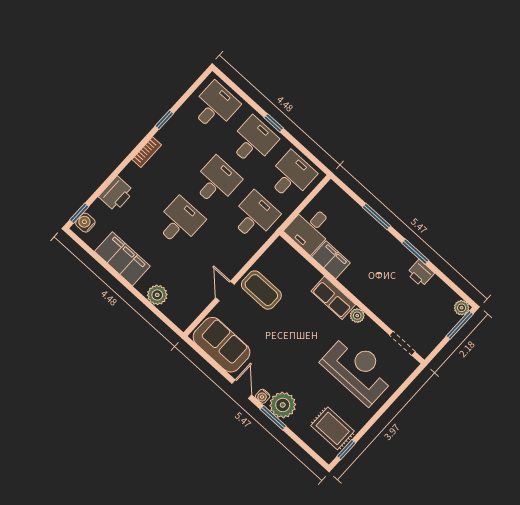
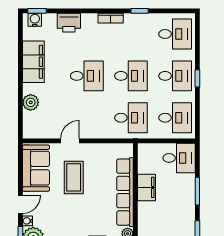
desk: (310, 229) -> (179, 158), moved, turned 180
coffee table: (261, 290) -> (74, 177), moved
row of seats: (333, 298) -> (125, 192), width x2.02

